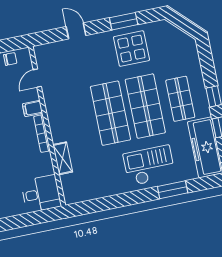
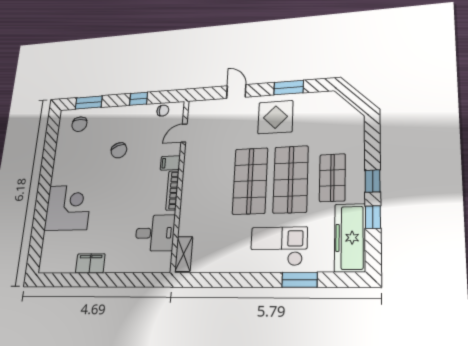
display table: (131, 49) -> (275, 117), moved
shelving: (63, 158) -> (184, 254), moved
desk: (41, 194) -> (155, 233), moved

